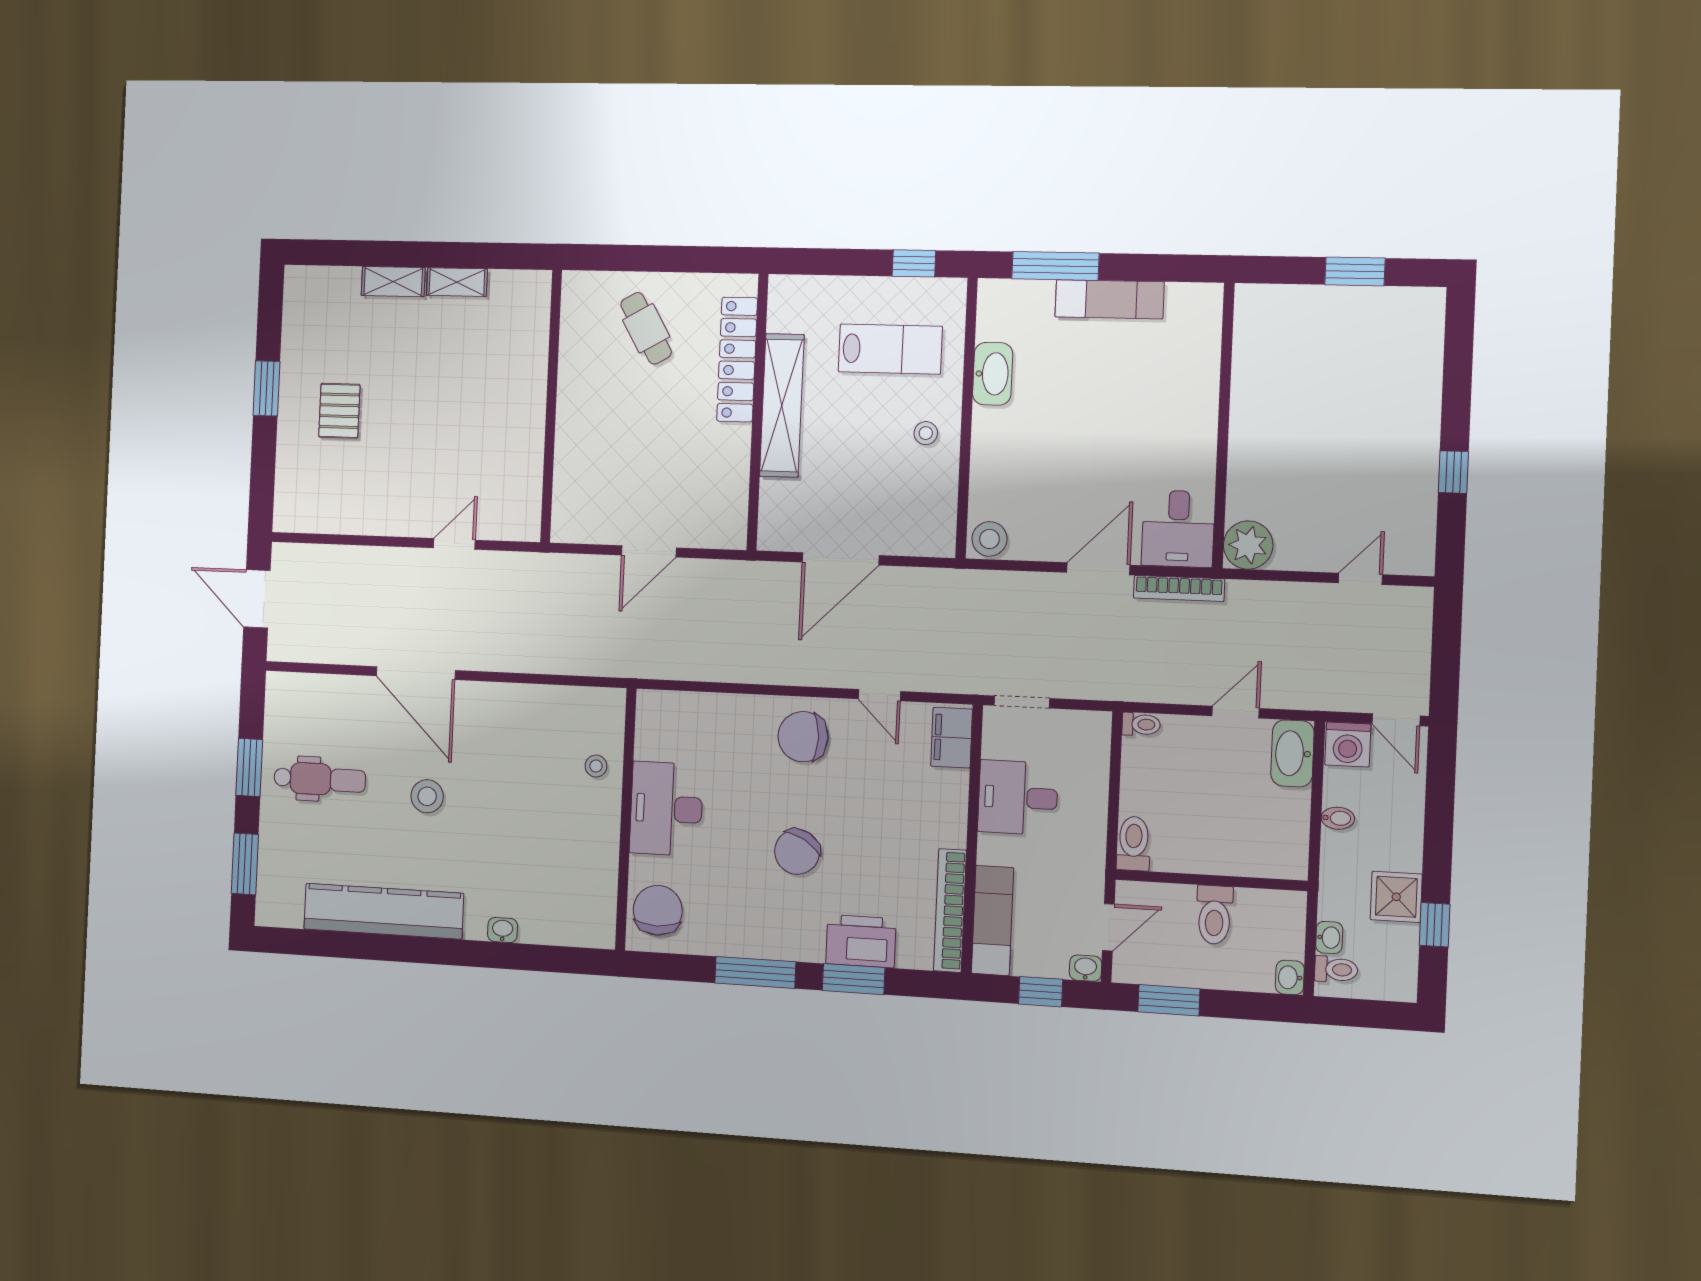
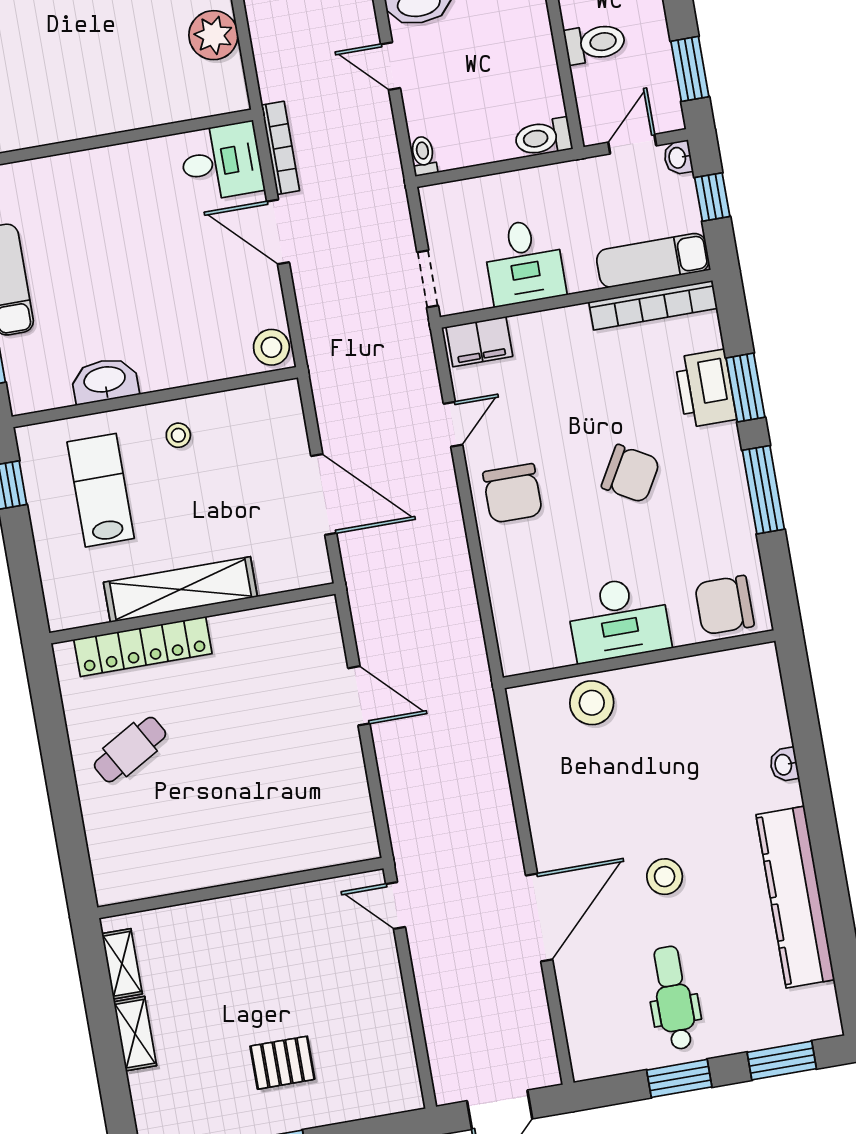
wall: (551, 406) -> (240, 888), moved
plant: (1248, 545) -> (213, 35), moved
stool: (596, 766) -> (592, 703), width x1.89, depth x1.89
door: (1108, 927) -> (632, 144), hinge flipped

